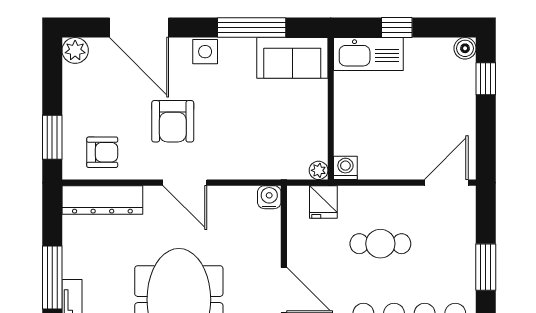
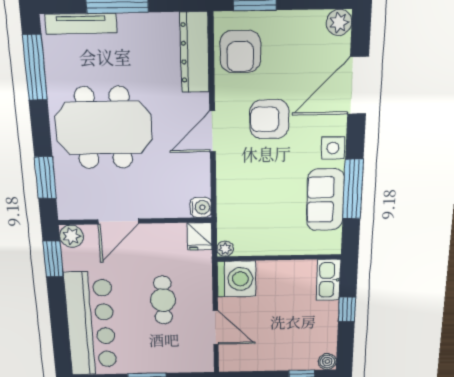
kitchen sink: (368, 54) -> (328, 280), width x0.73, depth x0.81
sofa: (292, 58) -> (325, 200), moved
armchair: (102, 152) -> (240, 51), width x1.38, depth x1.38
washing machine: (345, 168) -> (237, 279), width x1.89, depth x1.89
door: (446, 183) -> (216, 328), moved
fridge: (323, 202) -> (200, 236), moved, turned -90

